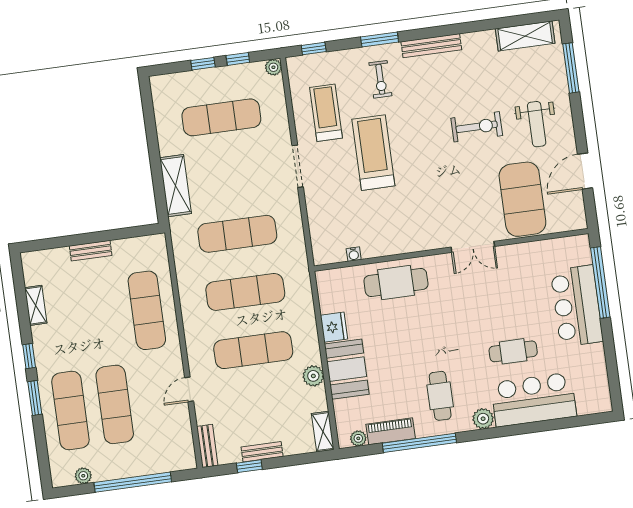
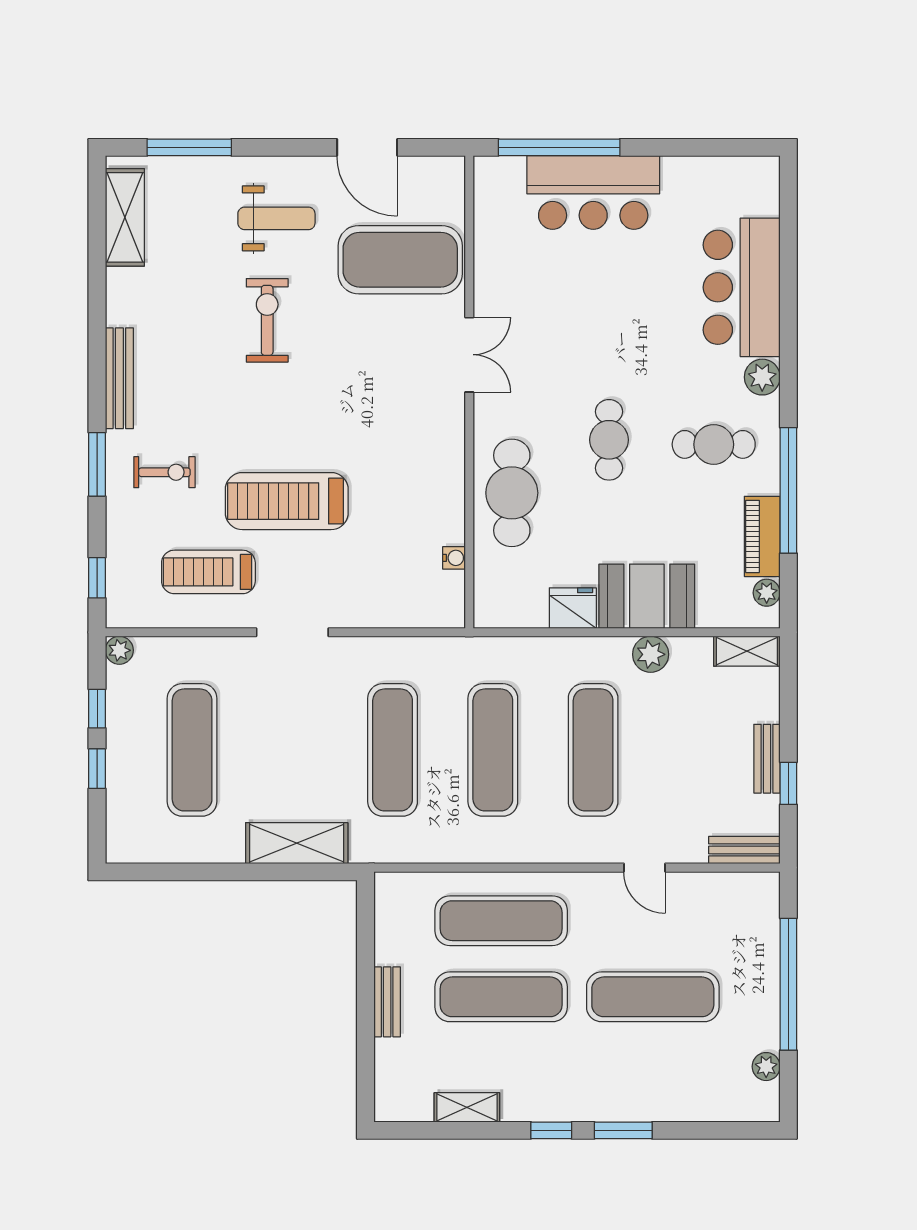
cafe table: (513, 351) -> (609, 440), moved
exercise mat: (70, 410) -> (501, 997), moved

